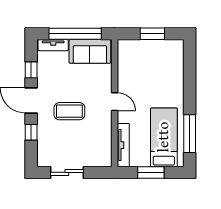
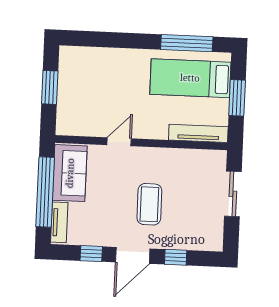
door: (115, 102) -> (119, 142), moved
sliding door: (67, 172) -> (233, 194), moved

